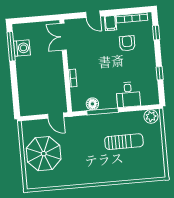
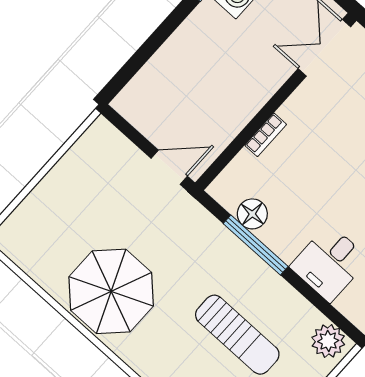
door: (56, 116) -> (169, 167), swing flipped
parasol: (44, 154) -> (111, 291), moved

